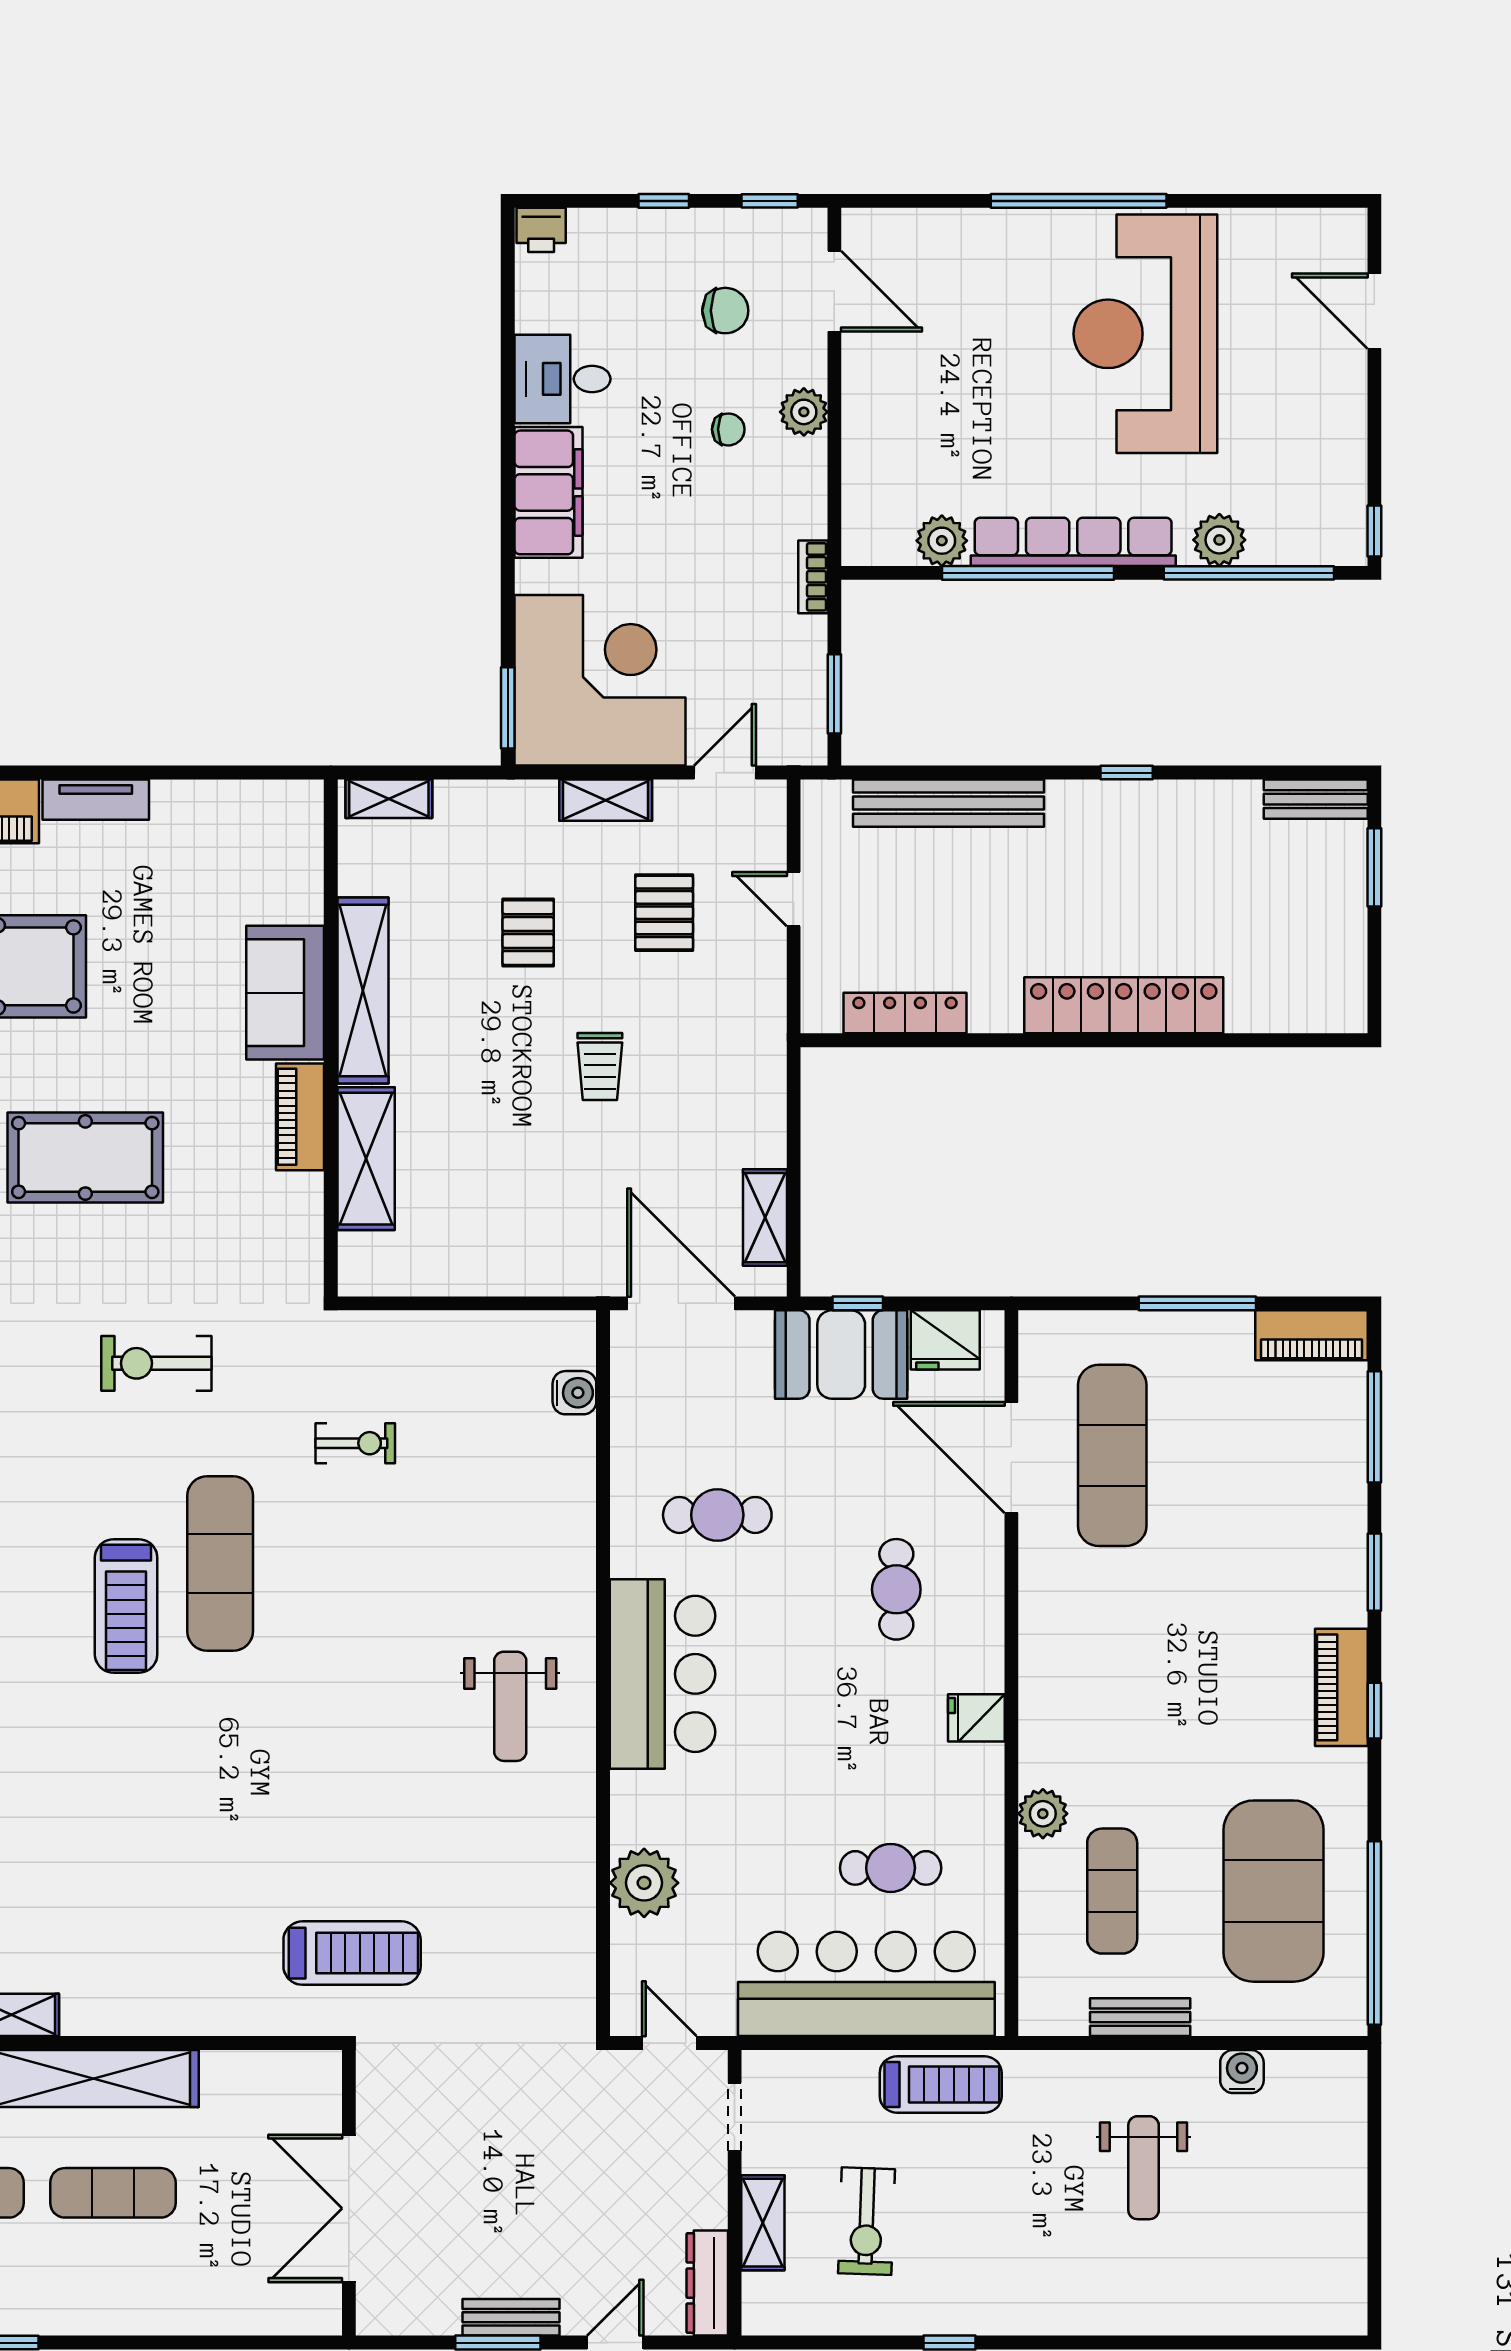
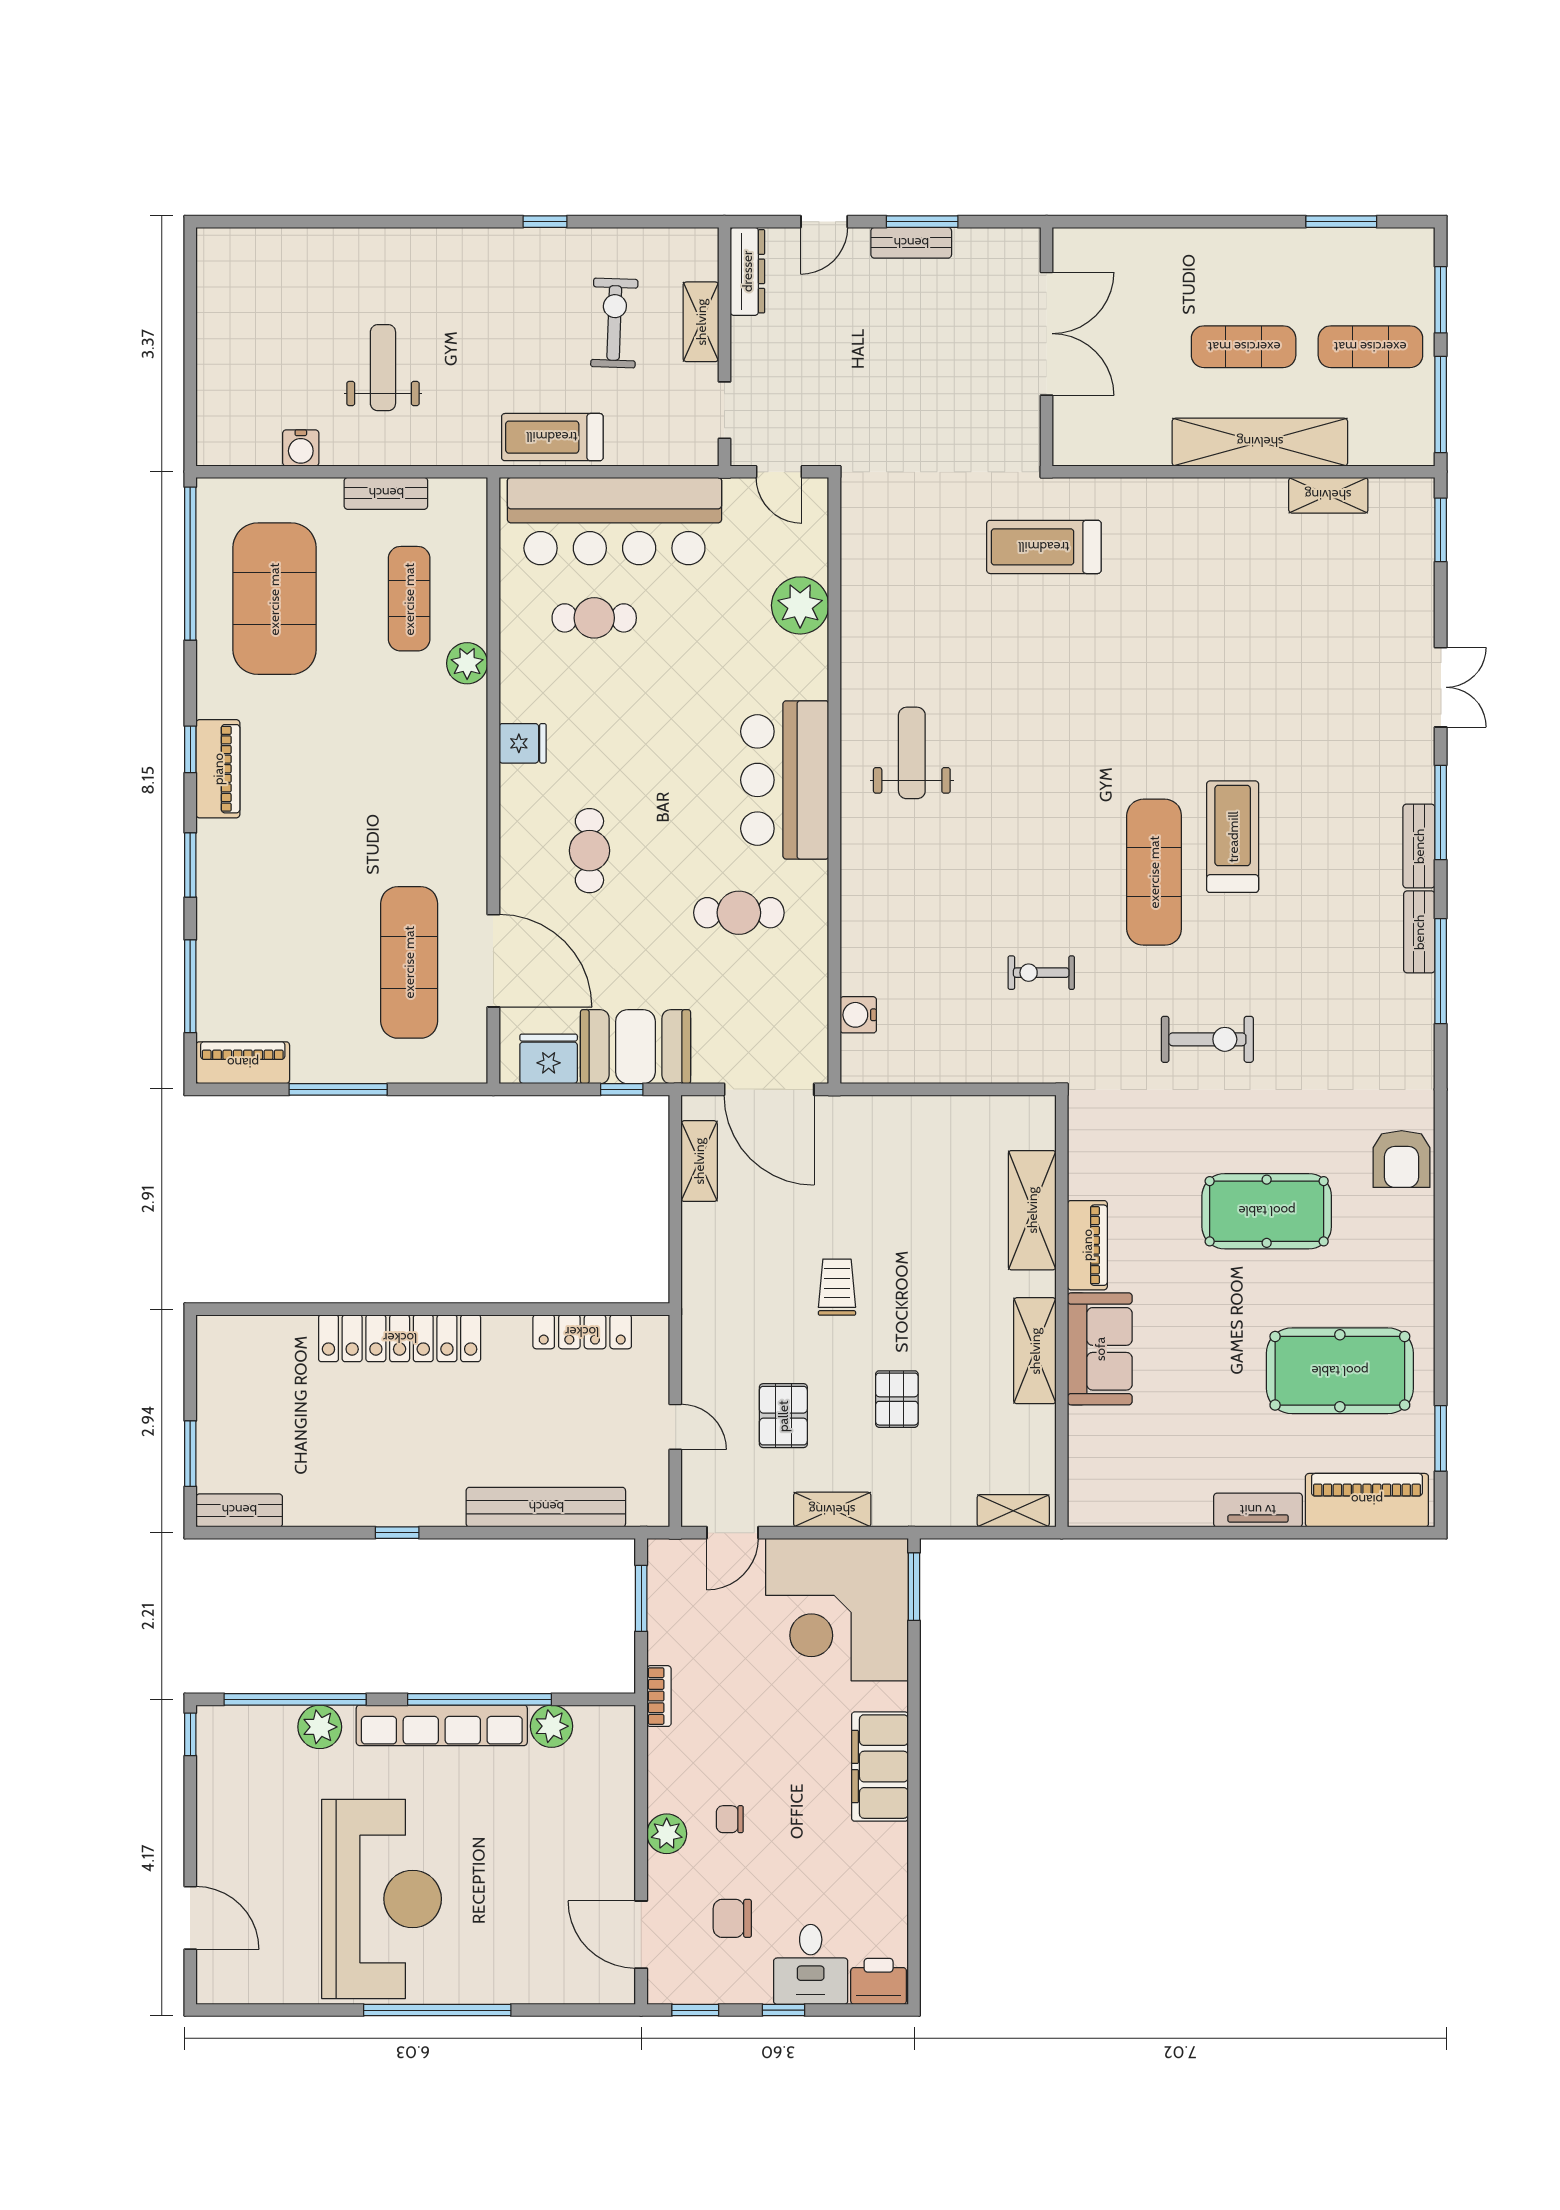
printer: (541, 230) -> (879, 1981), width x1.36, depth x1.24
desk: (562, 379) -> (811, 1964), moved, turned 90
shelving: (363, 990) -> (1035, 1351), width x0.68

